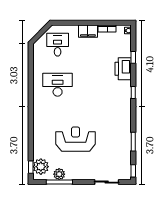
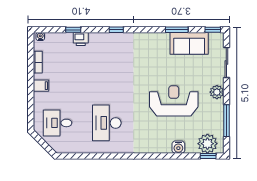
filing cabinet: (88, 31) -> (41, 86), width x0.50
printer: (123, 69) -> (81, 39), width x0.53, depth x0.68
reception desk: (76, 139) -> (174, 101), turned 90
water cooler: (38, 143) -> (178, 147), added
sofa: (122, 152) -> (189, 43), added
plant: (59, 174) -> (217, 92), moved

